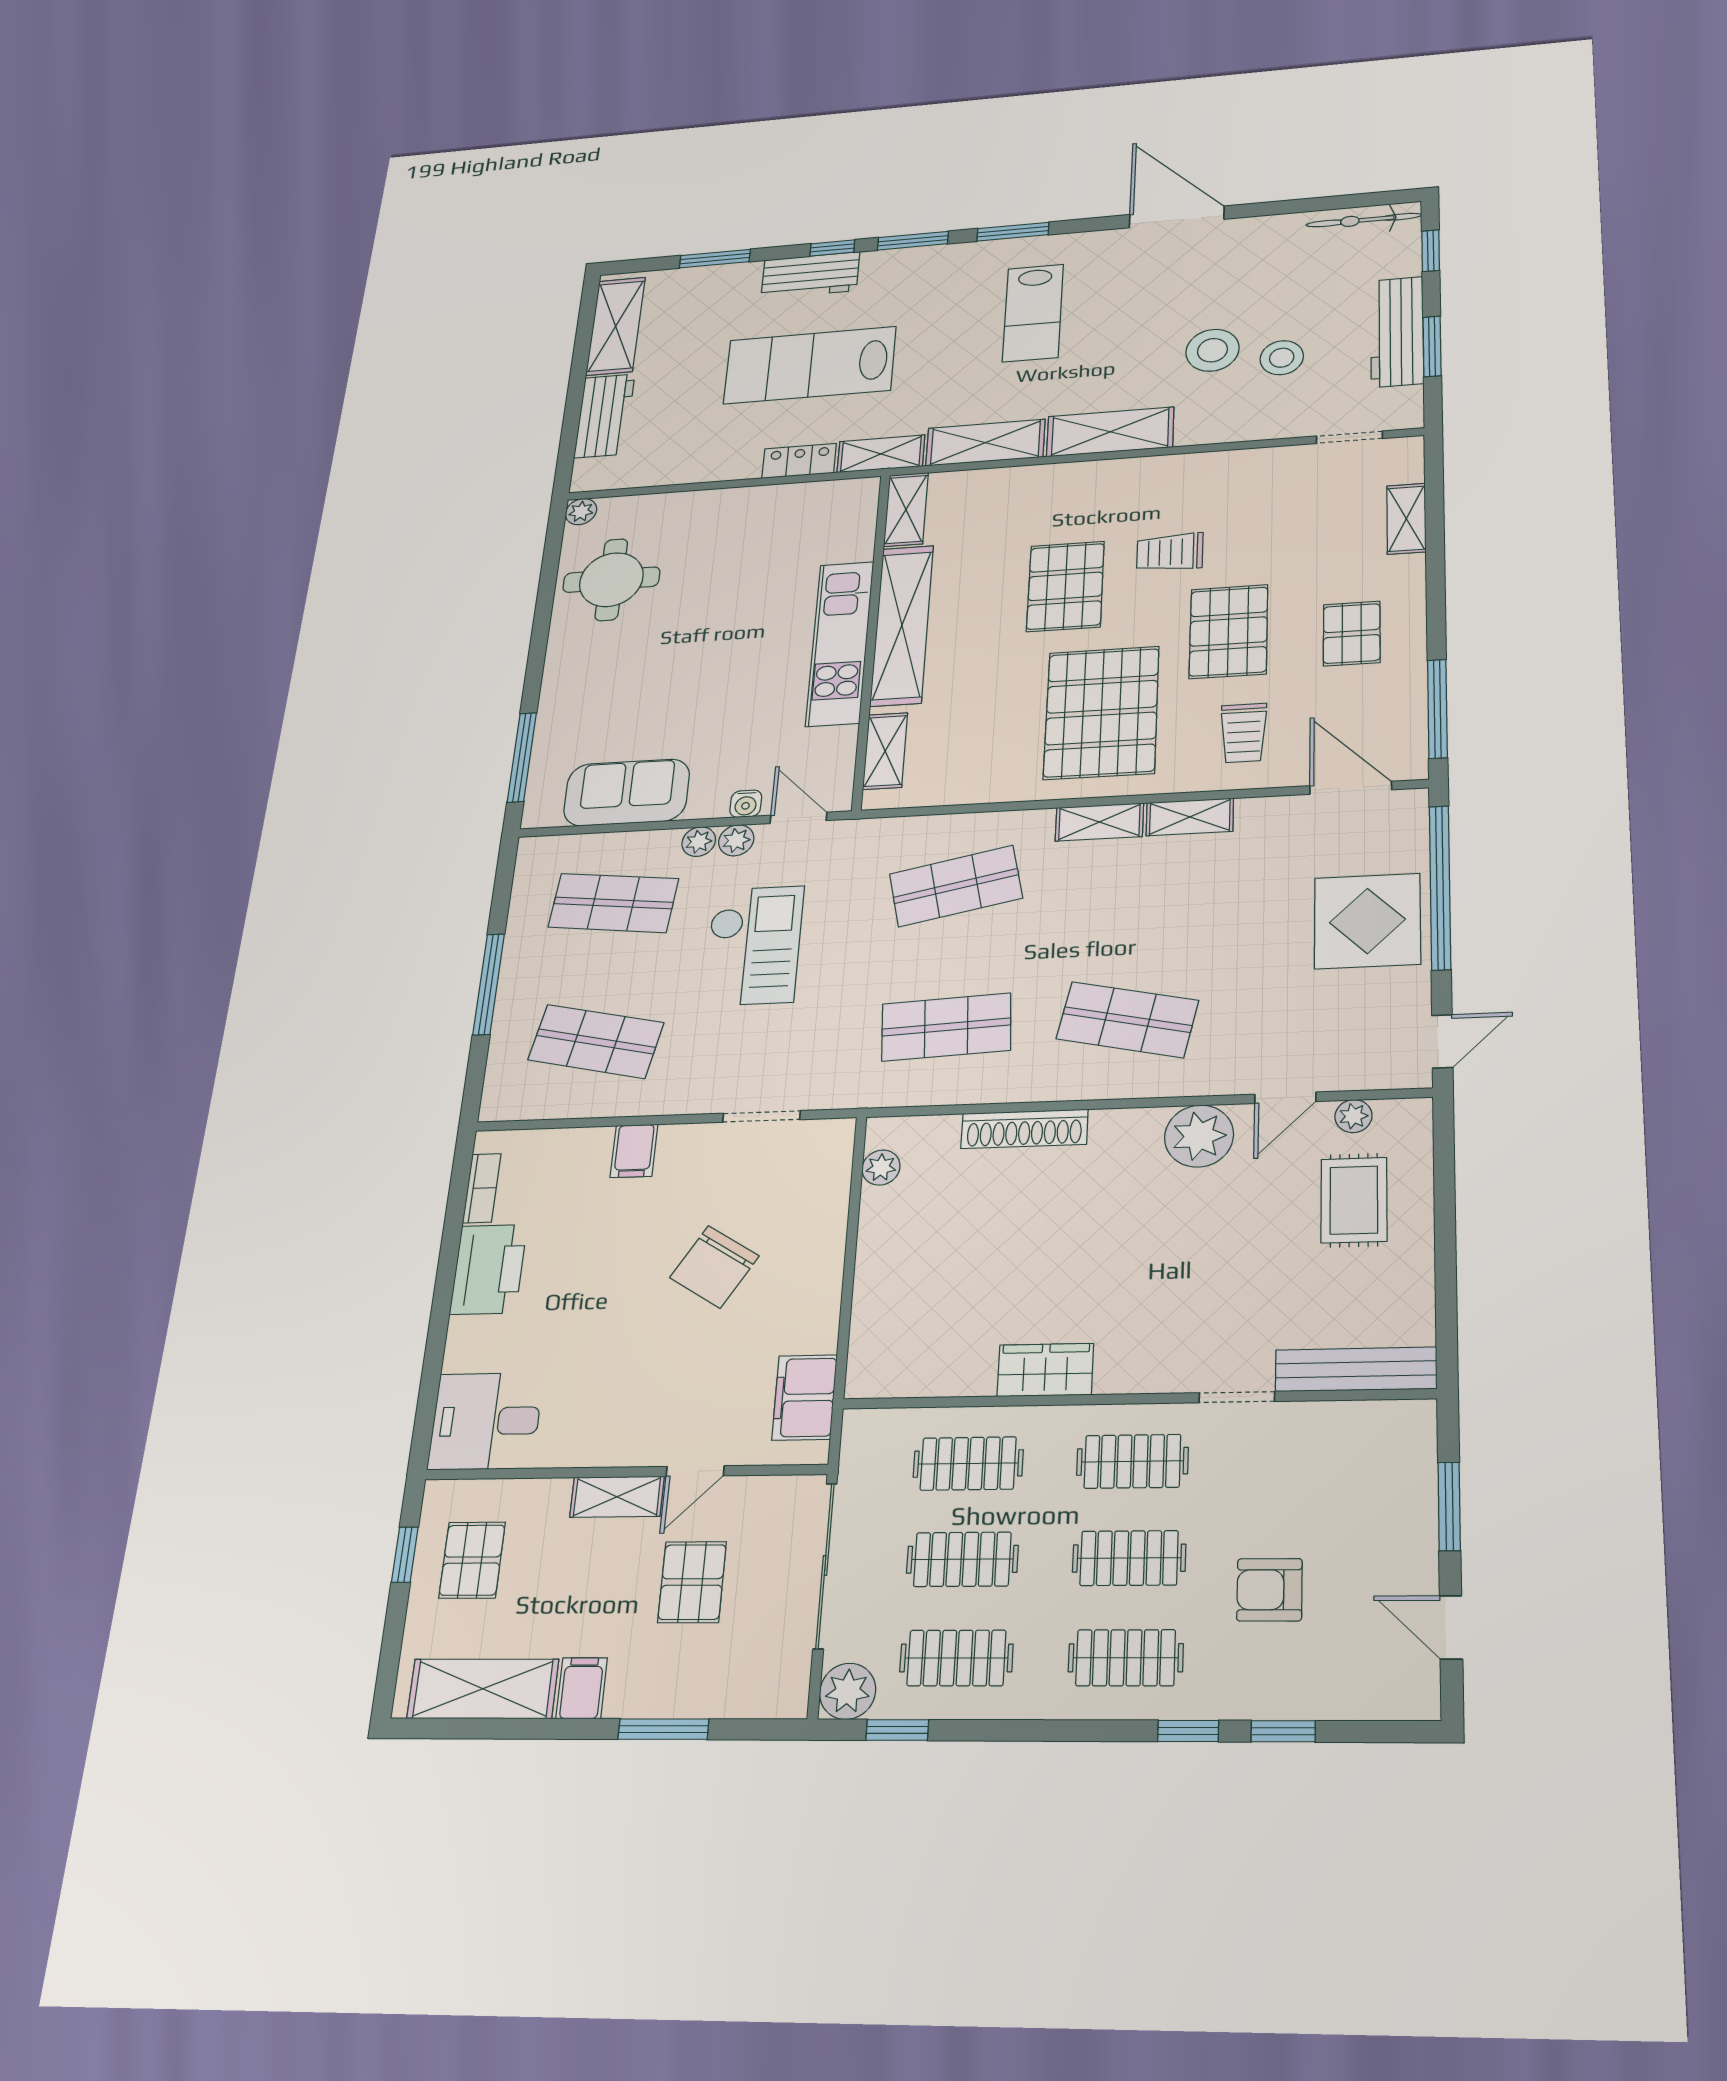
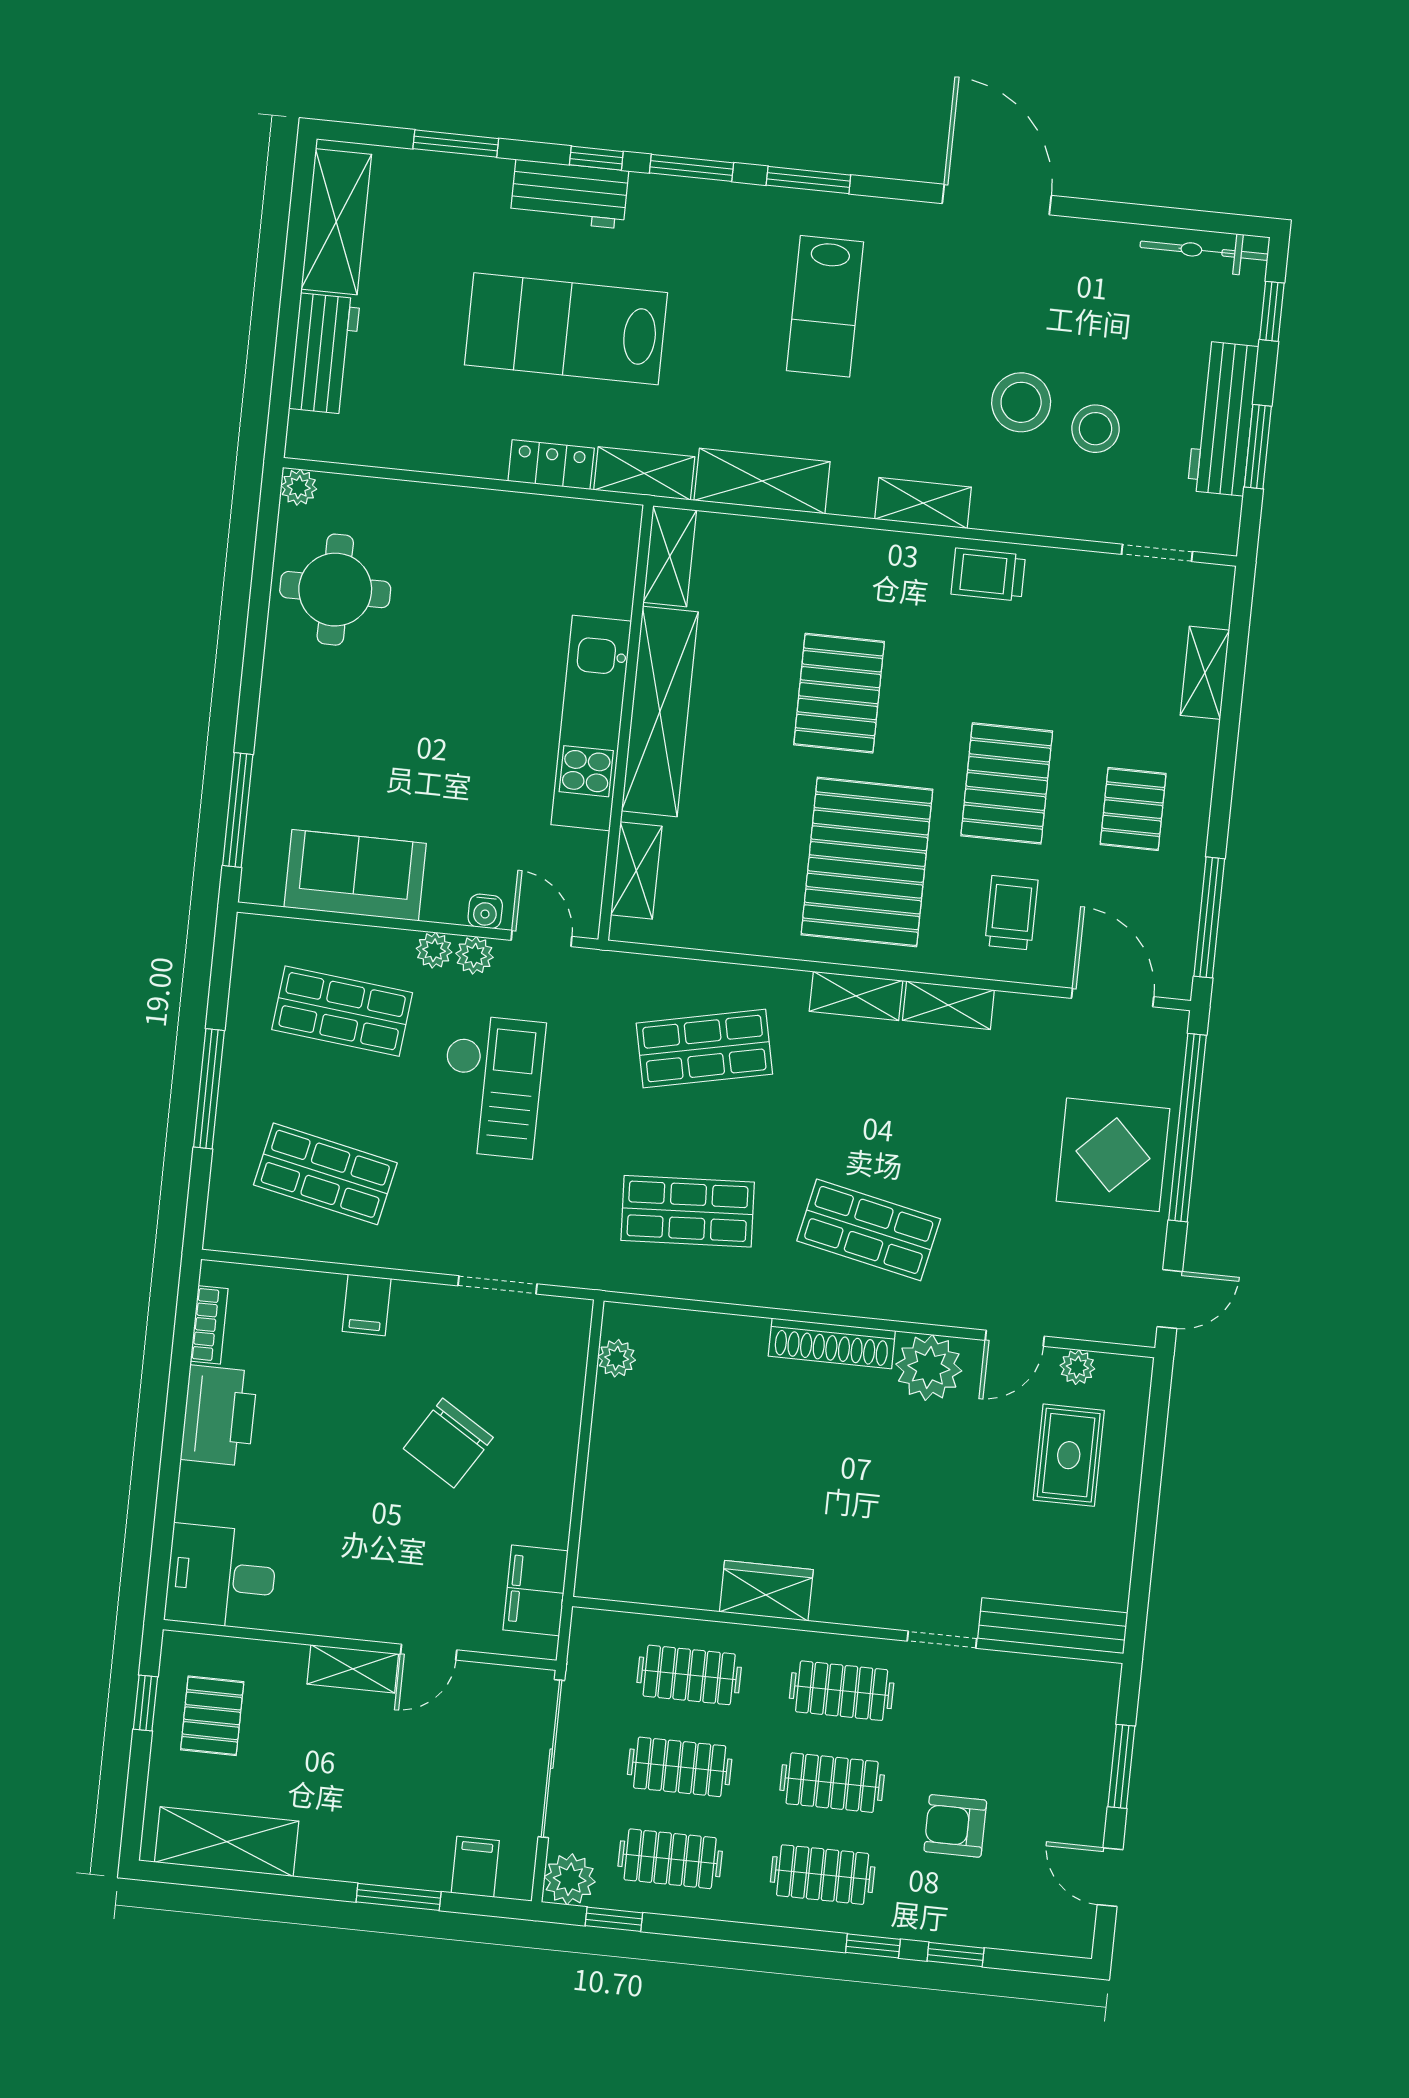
shelving: (1110, 432) -> (923, 503), width x0.67, depth x0.75
trolley: (1170, 552) -> (988, 575), moved
trolley: (1244, 733) -> (1011, 913), turned 180
shoe rack: (1024, 1129) -> (832, 1343), moved
pallet: (692, 1582) -> (426, 1761), removed
filing cabinet: (582, 1688) -> (475, 1867), moved

